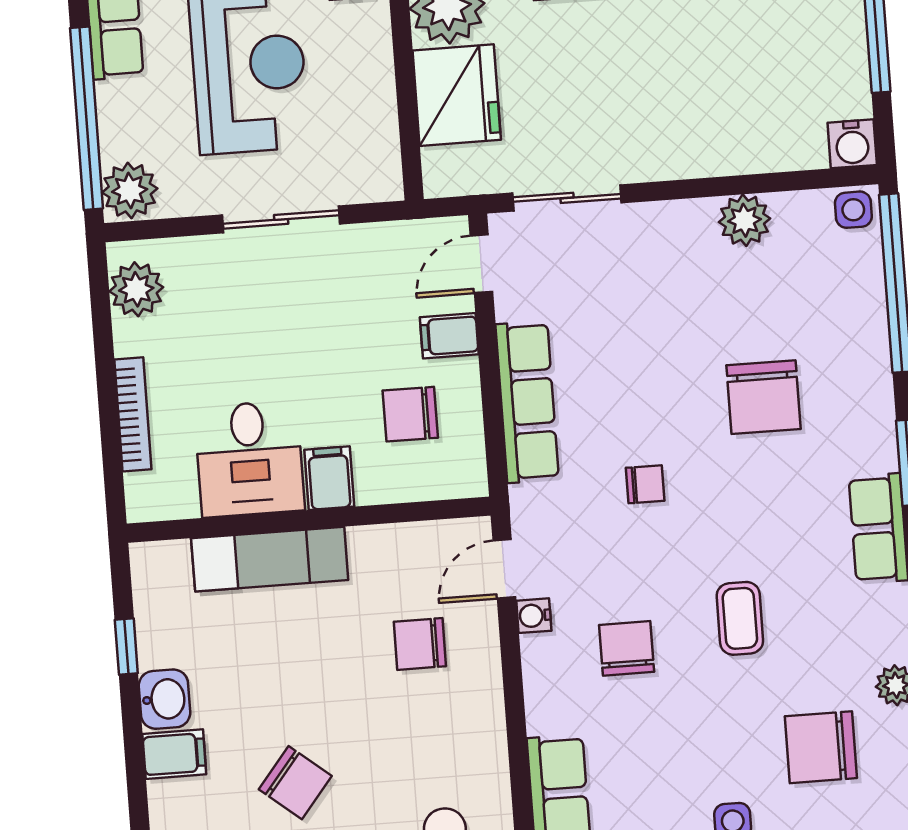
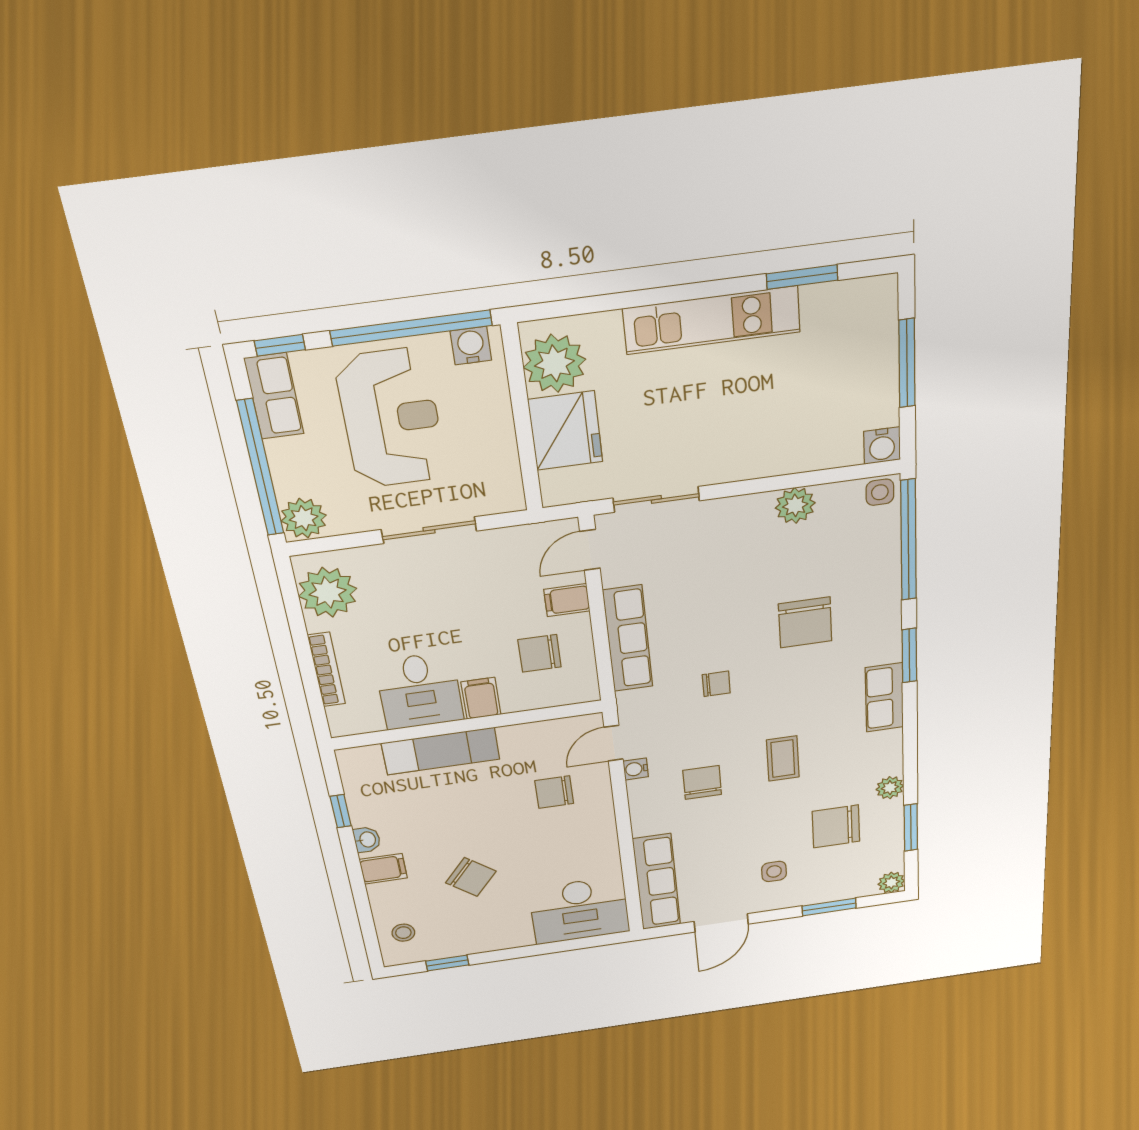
plant: (136, 289) -> (328, 592), width x1.36, depth x1.36
washbasin: (164, 699) -> (367, 840), width x0.72, depth x0.69

